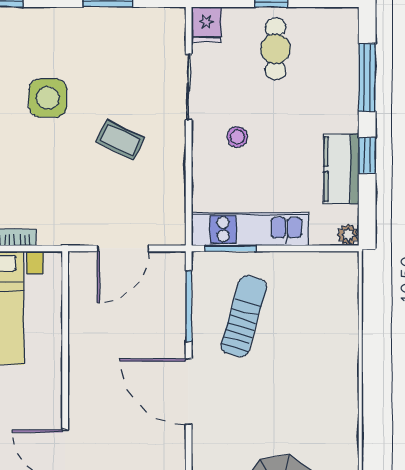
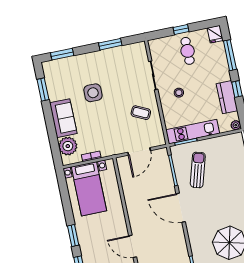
fridge: (206, 25) -> (215, 34), moved
coffee table: (120, 140) -> (141, 113), moved

